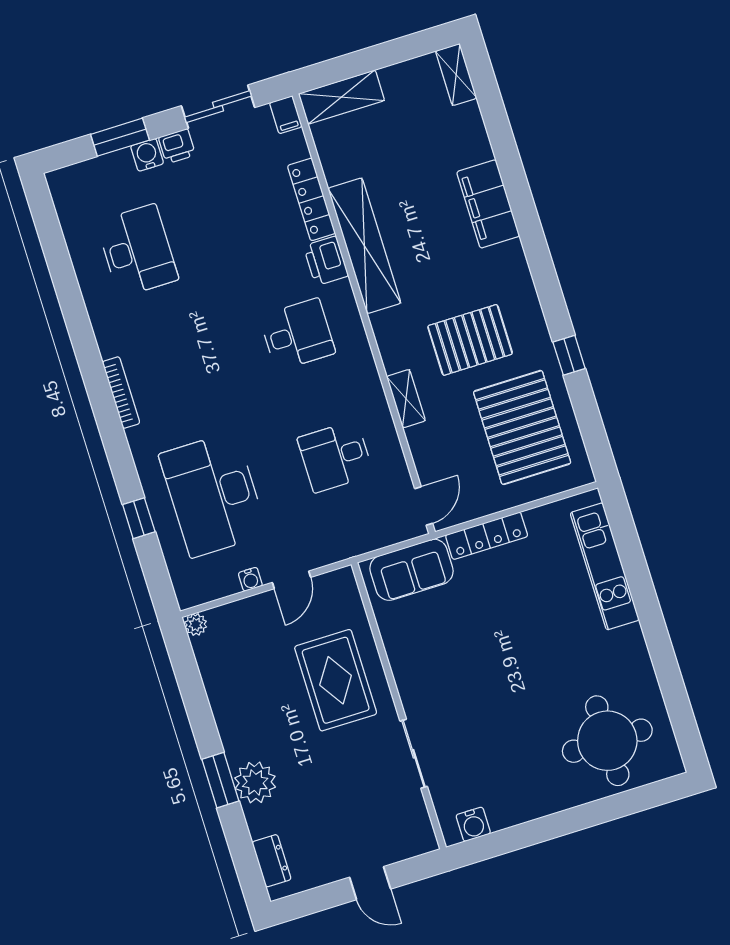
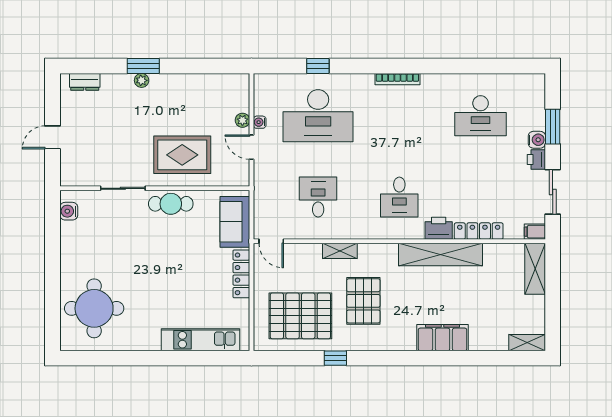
desk: (213, 494) -> (318, 116), turned 180
plant: (196, 624) -> (242, 120), moved
cafe table: (414, 674) -> (171, 204), added
plant: (255, 782) -> (142, 80), width x0.53, depth x0.53

